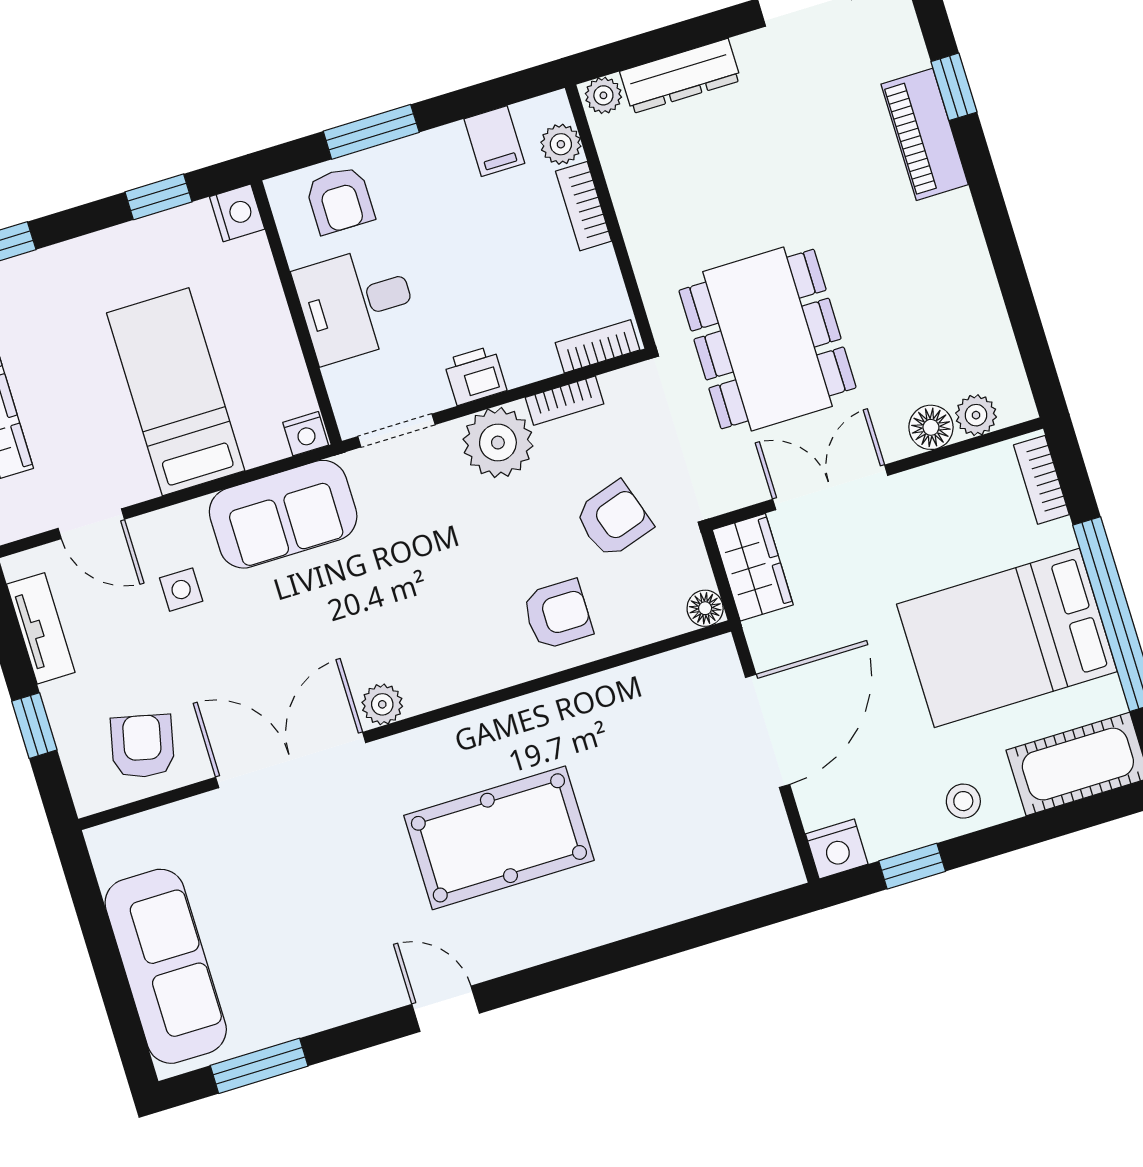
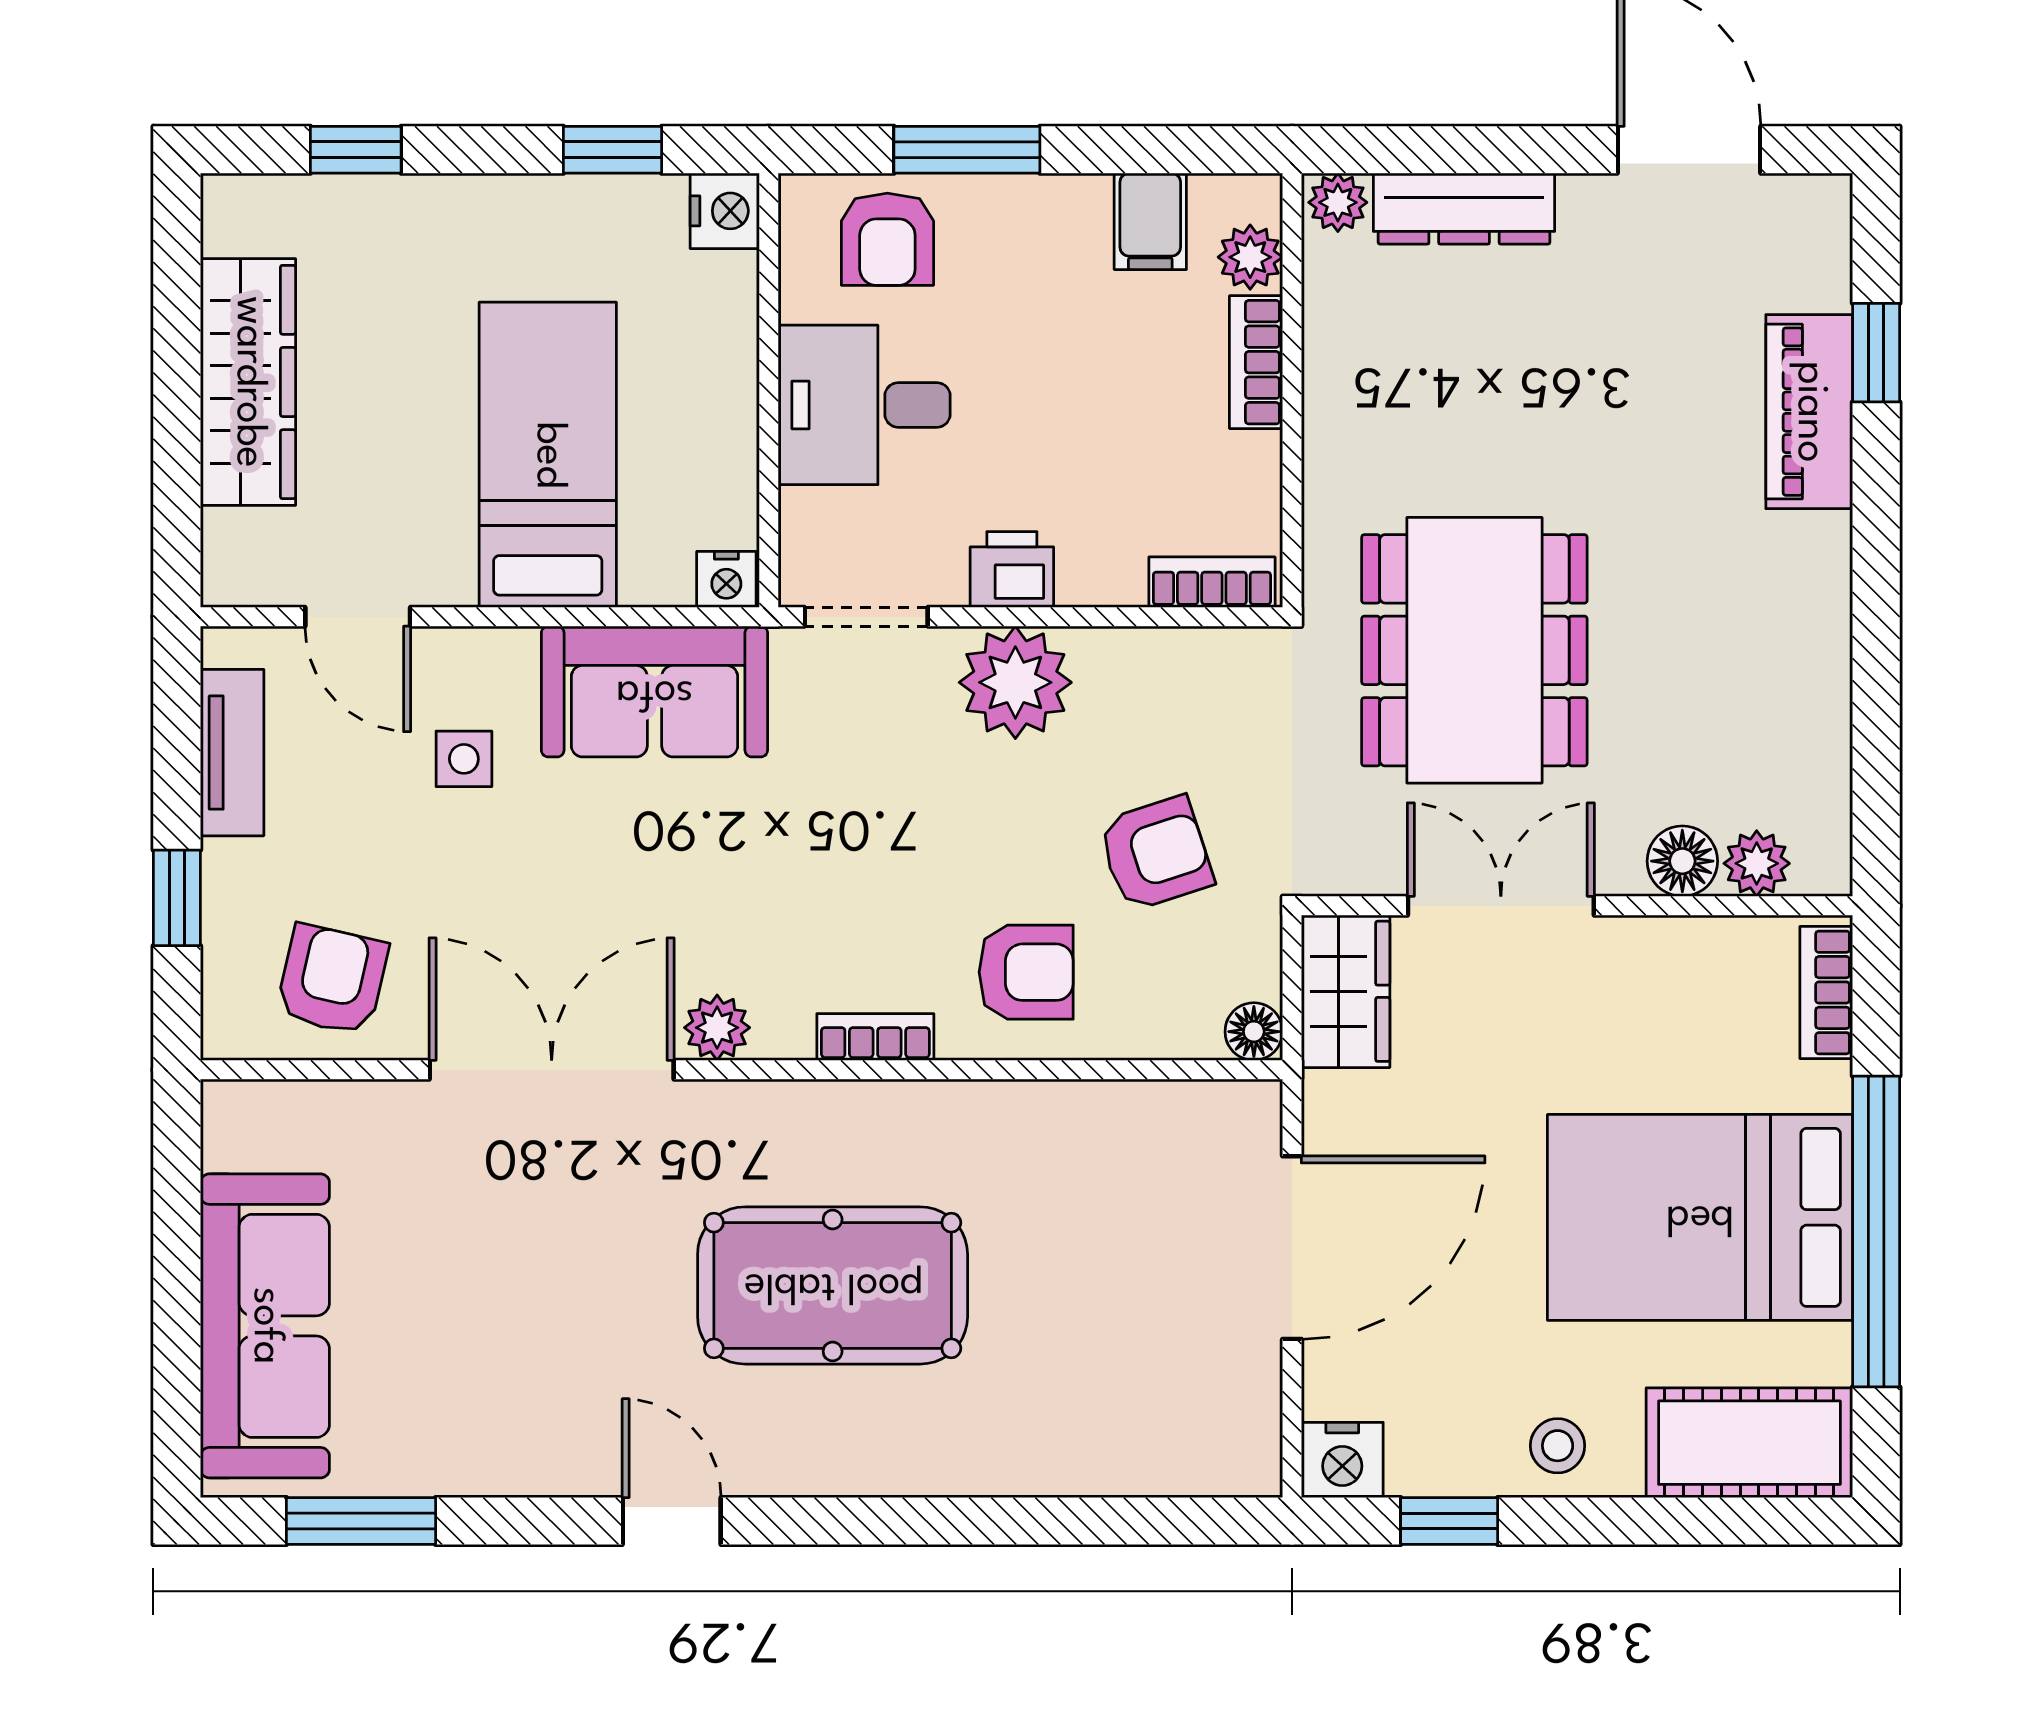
bookcase: (565, 401) -> (875, 1037), moved, turned 180

